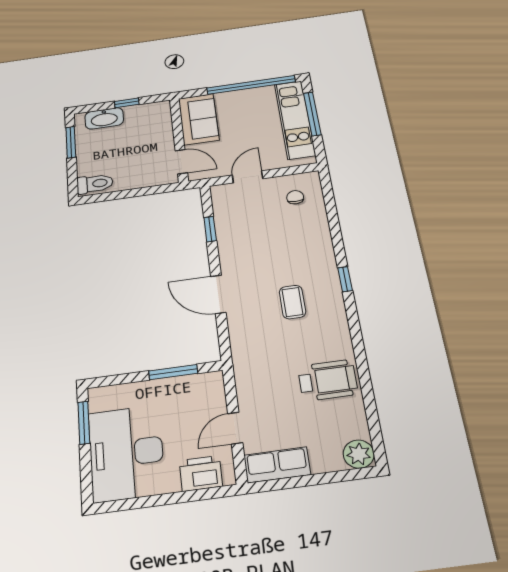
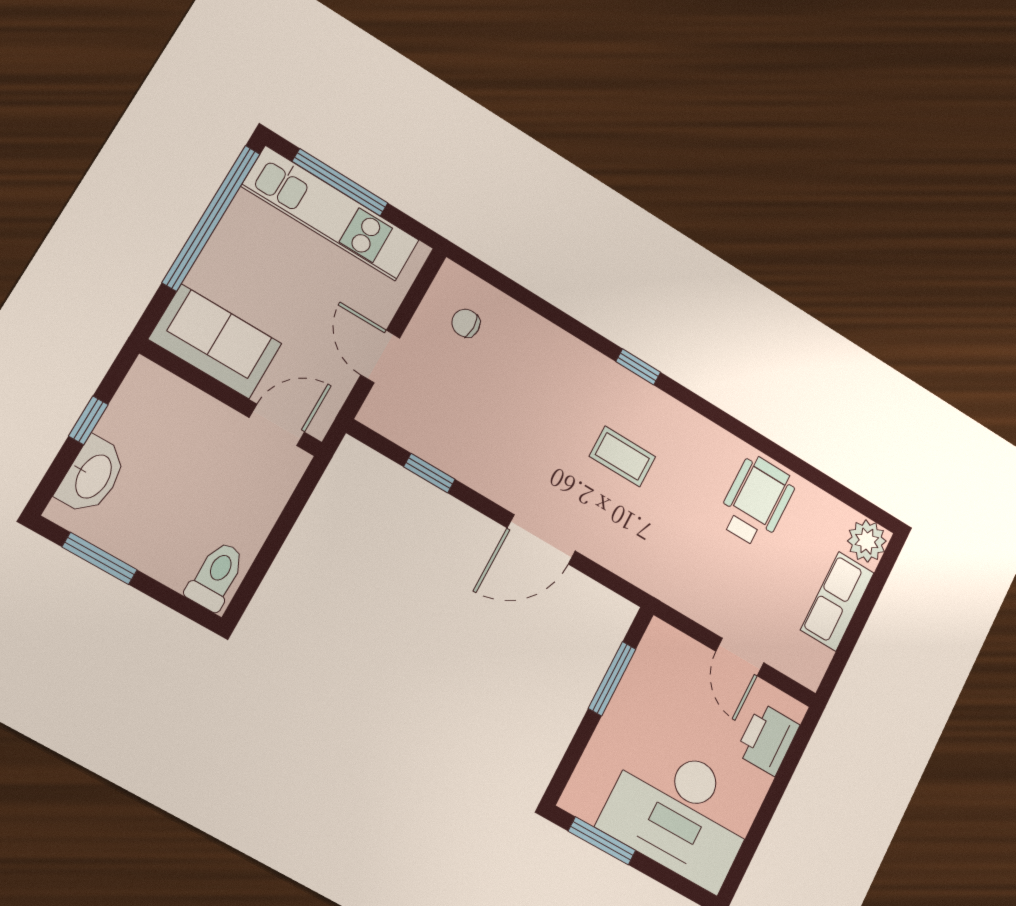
row of seats: (277, 465) -> (837, 601), moved

